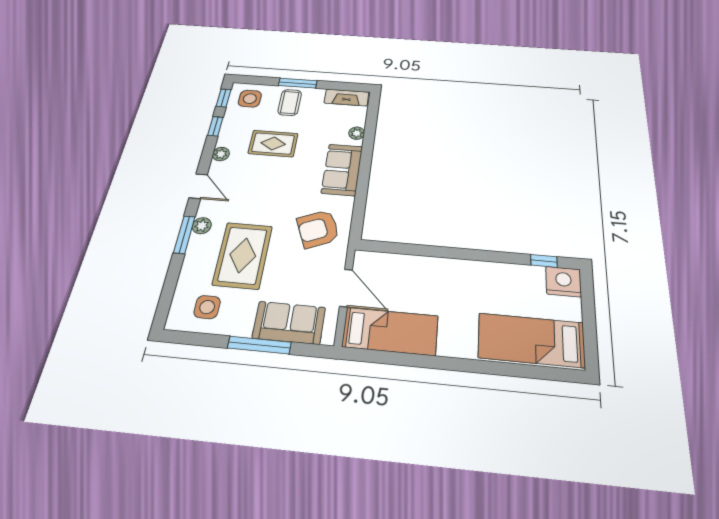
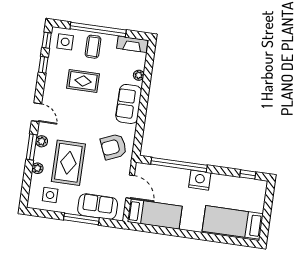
window: (298, 83) -> (98, 29), width x2.11
plant: (221, 154) -> (38, 168), moved
window: (427, 251) -> (179, 165), added
nightstand: (563, 282) -> (200, 180), moved

